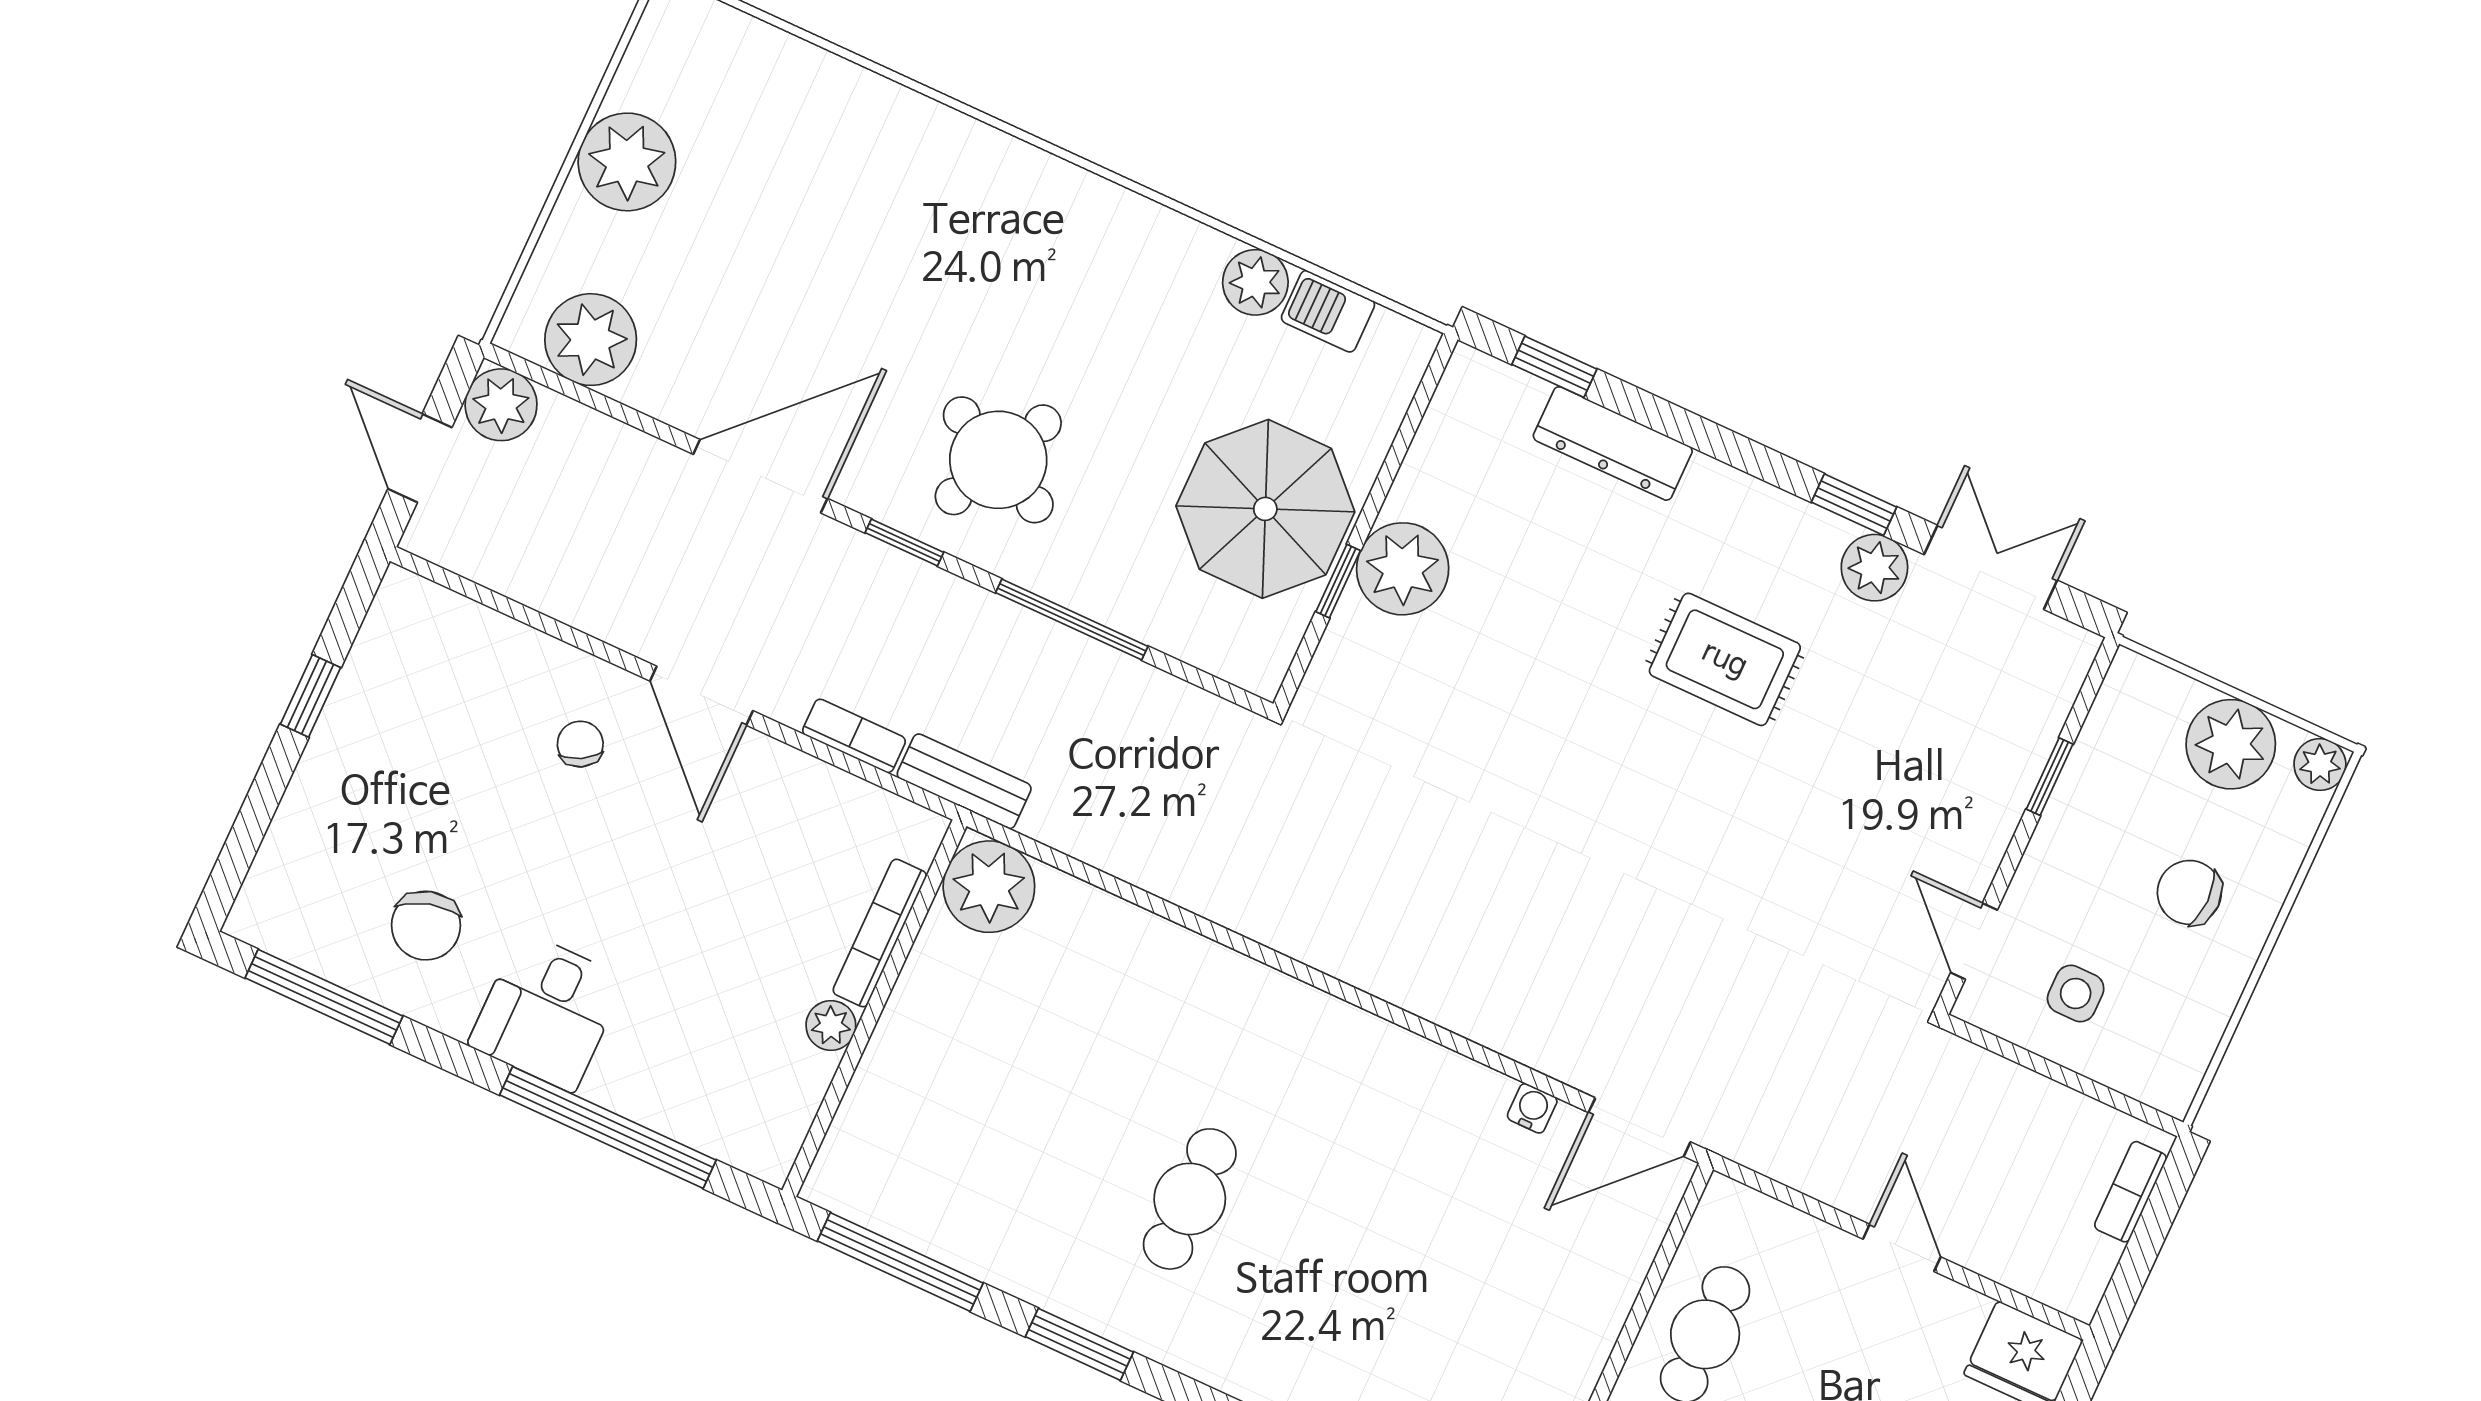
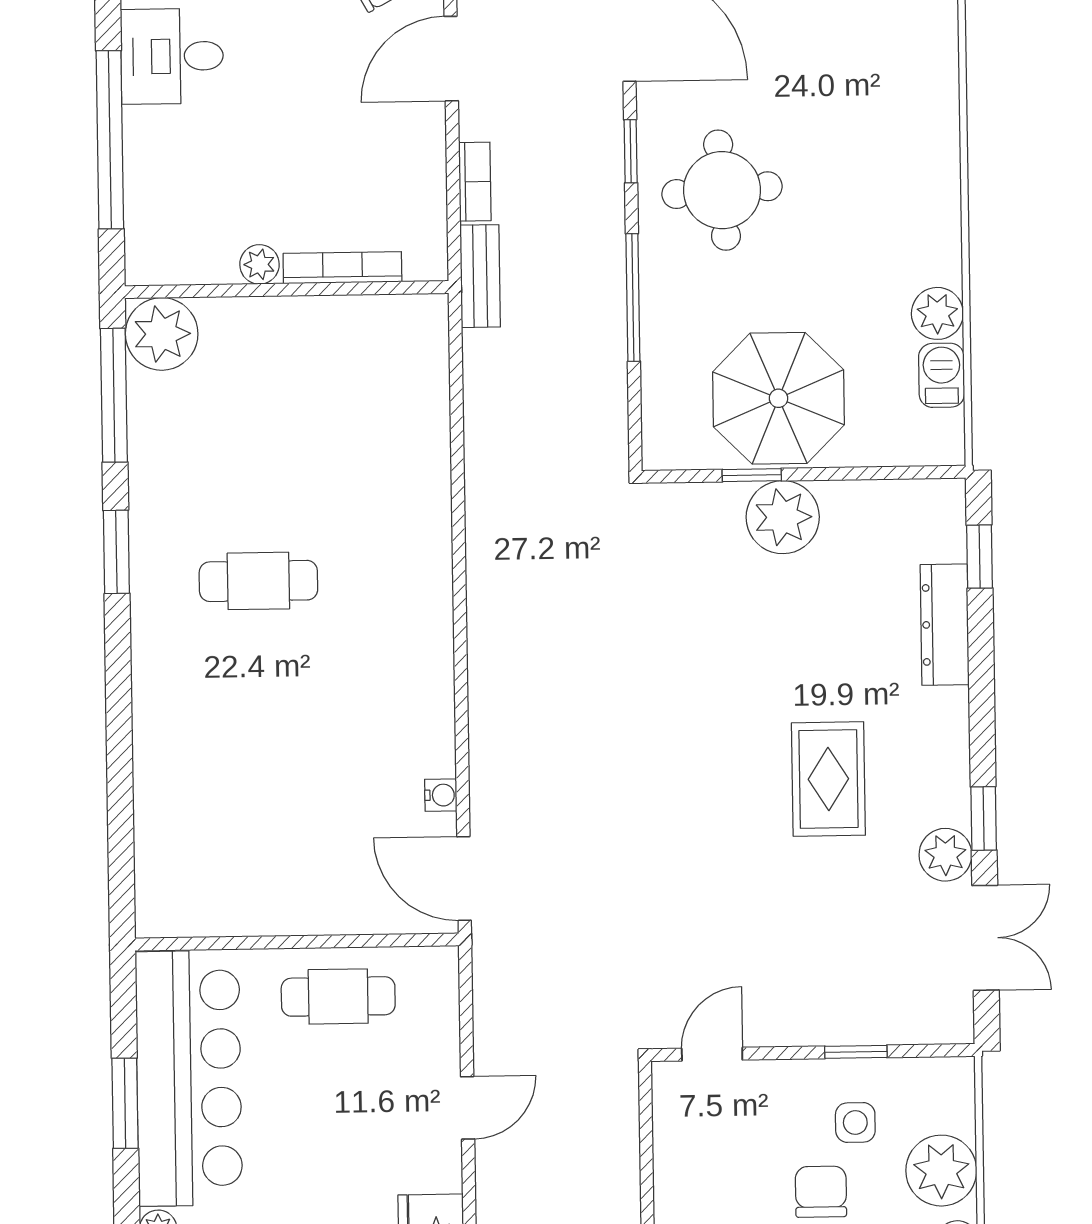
round table: (998, 460) -> (722, 190), turned -30
plant: (989, 887) -> (162, 334), moved
side table: (2076, 993) -> (855, 1123), moved

